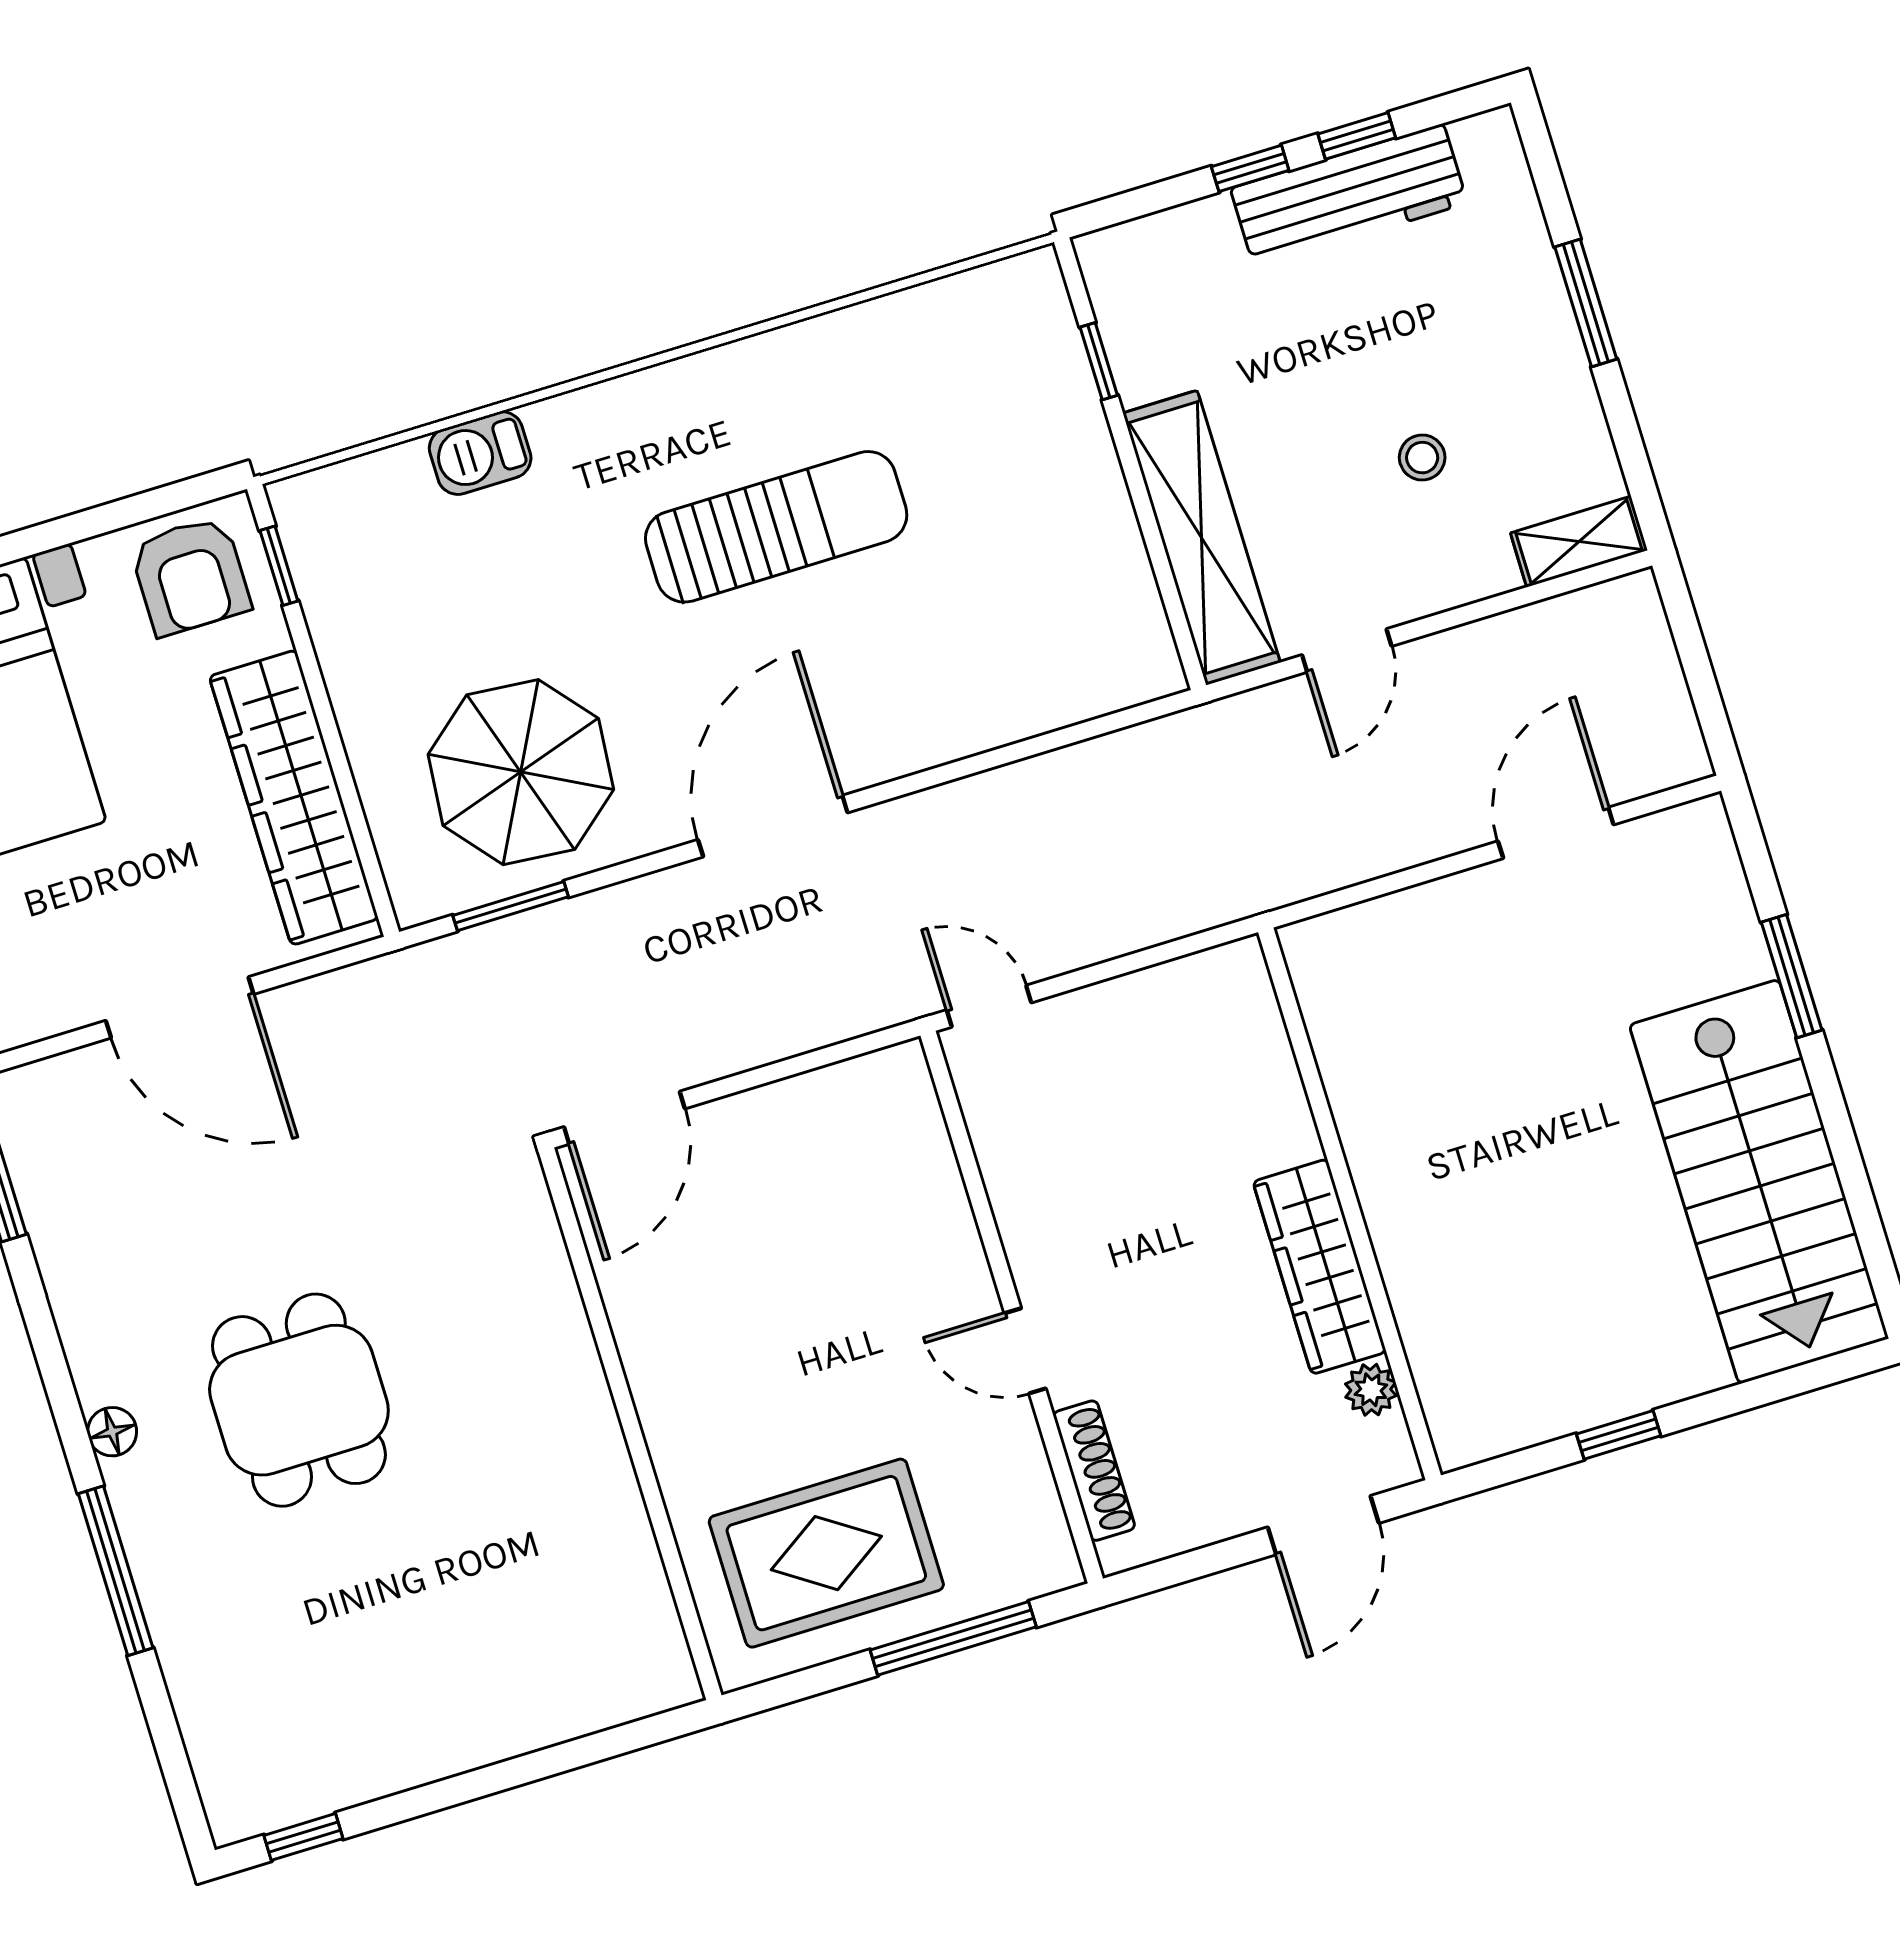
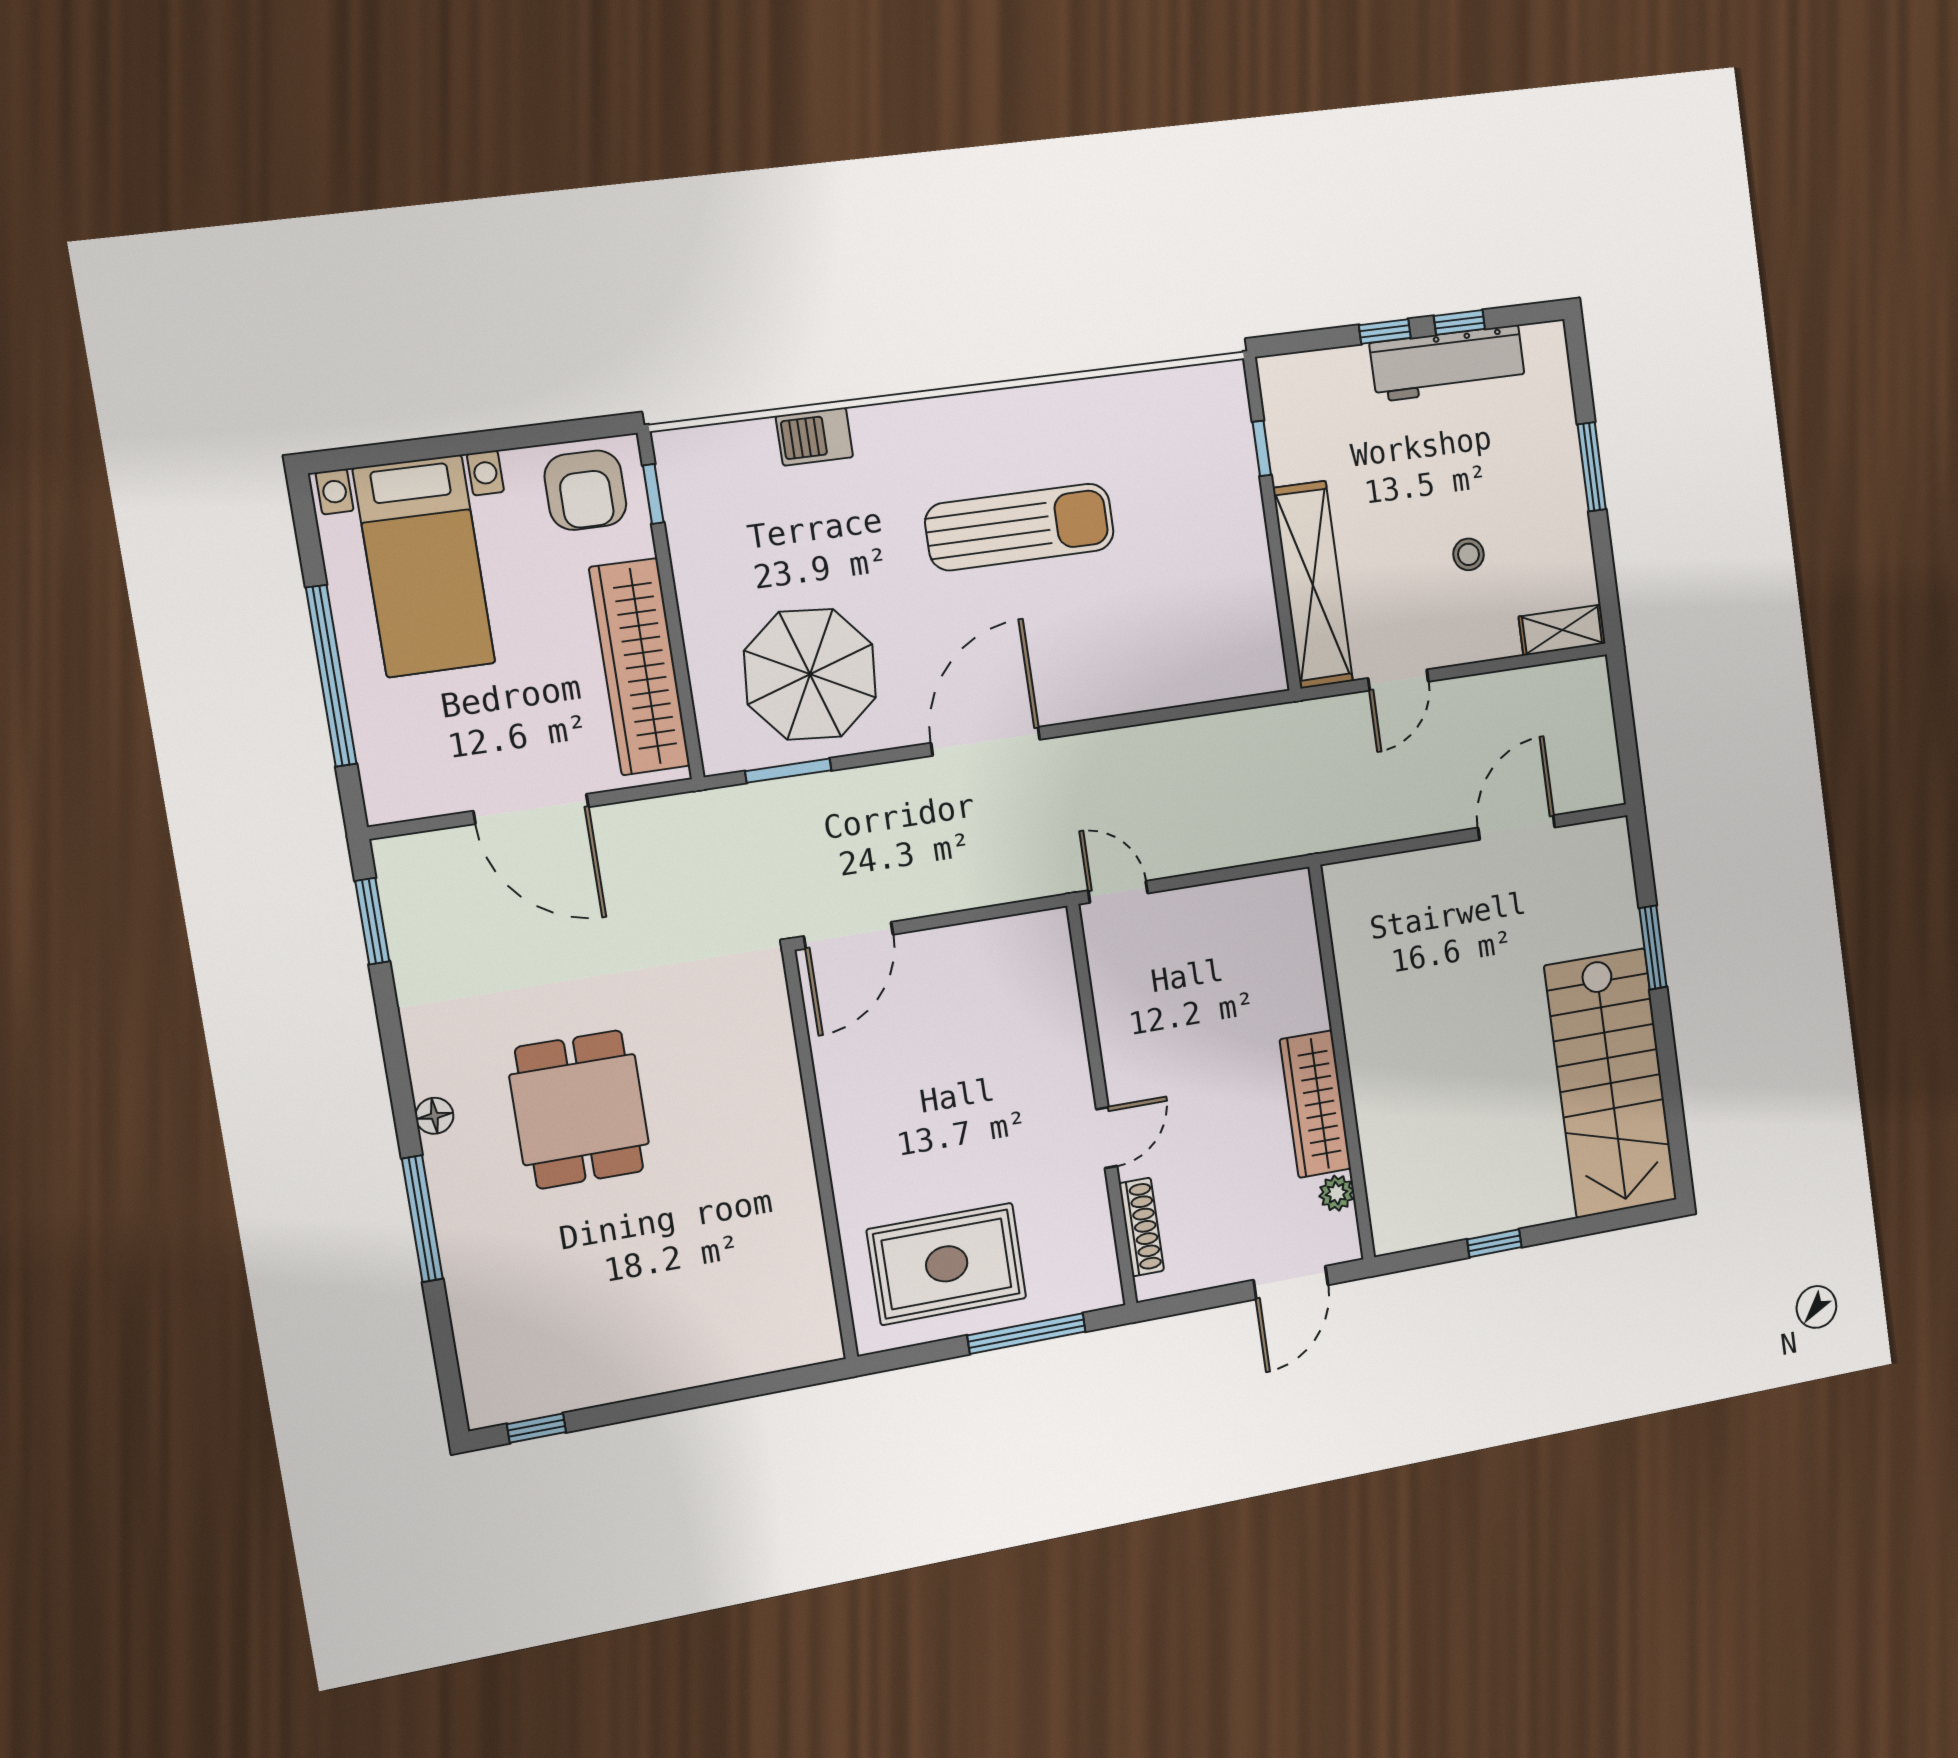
door: (1025, 1351) -> (1107, 1138), swing flipped

